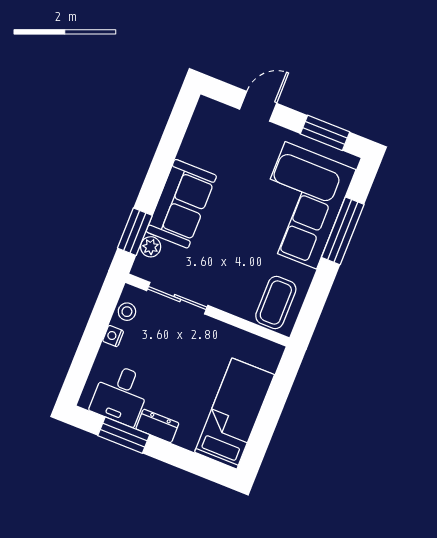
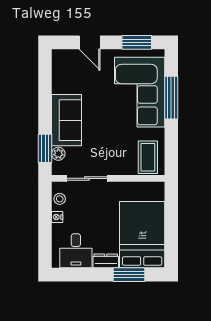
door: (258, 106) -> (90, 42), swing flipped
bed: (234, 414) -> (142, 235), width x1.50
window: (124, 435) -> (129, 275), moved

